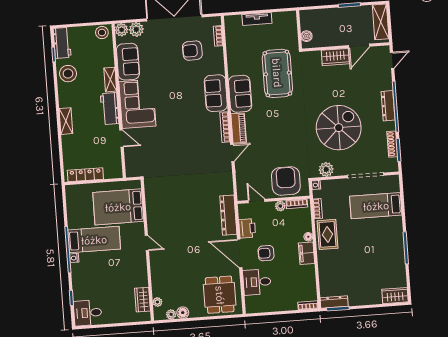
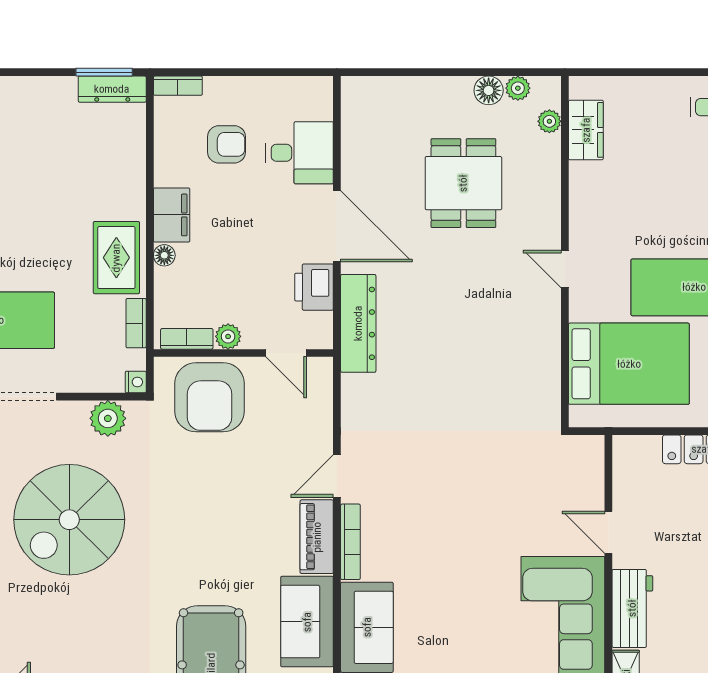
armchair: (266, 253) -> (227, 144), moved
dining table: (220, 295) -> (463, 183), moved

